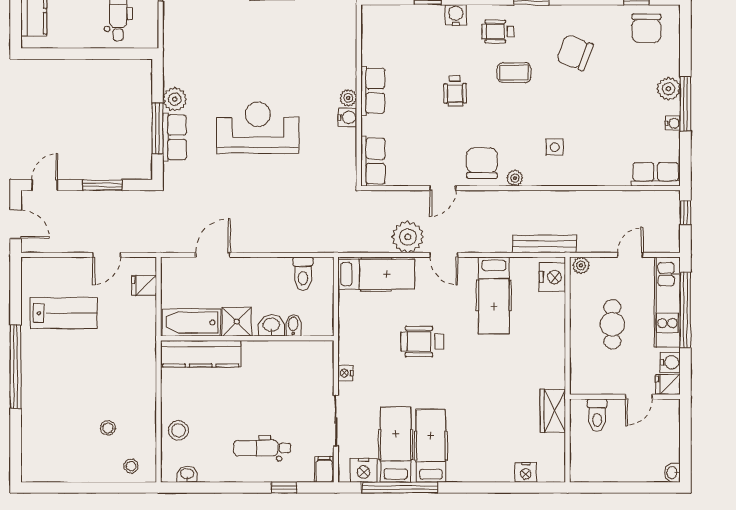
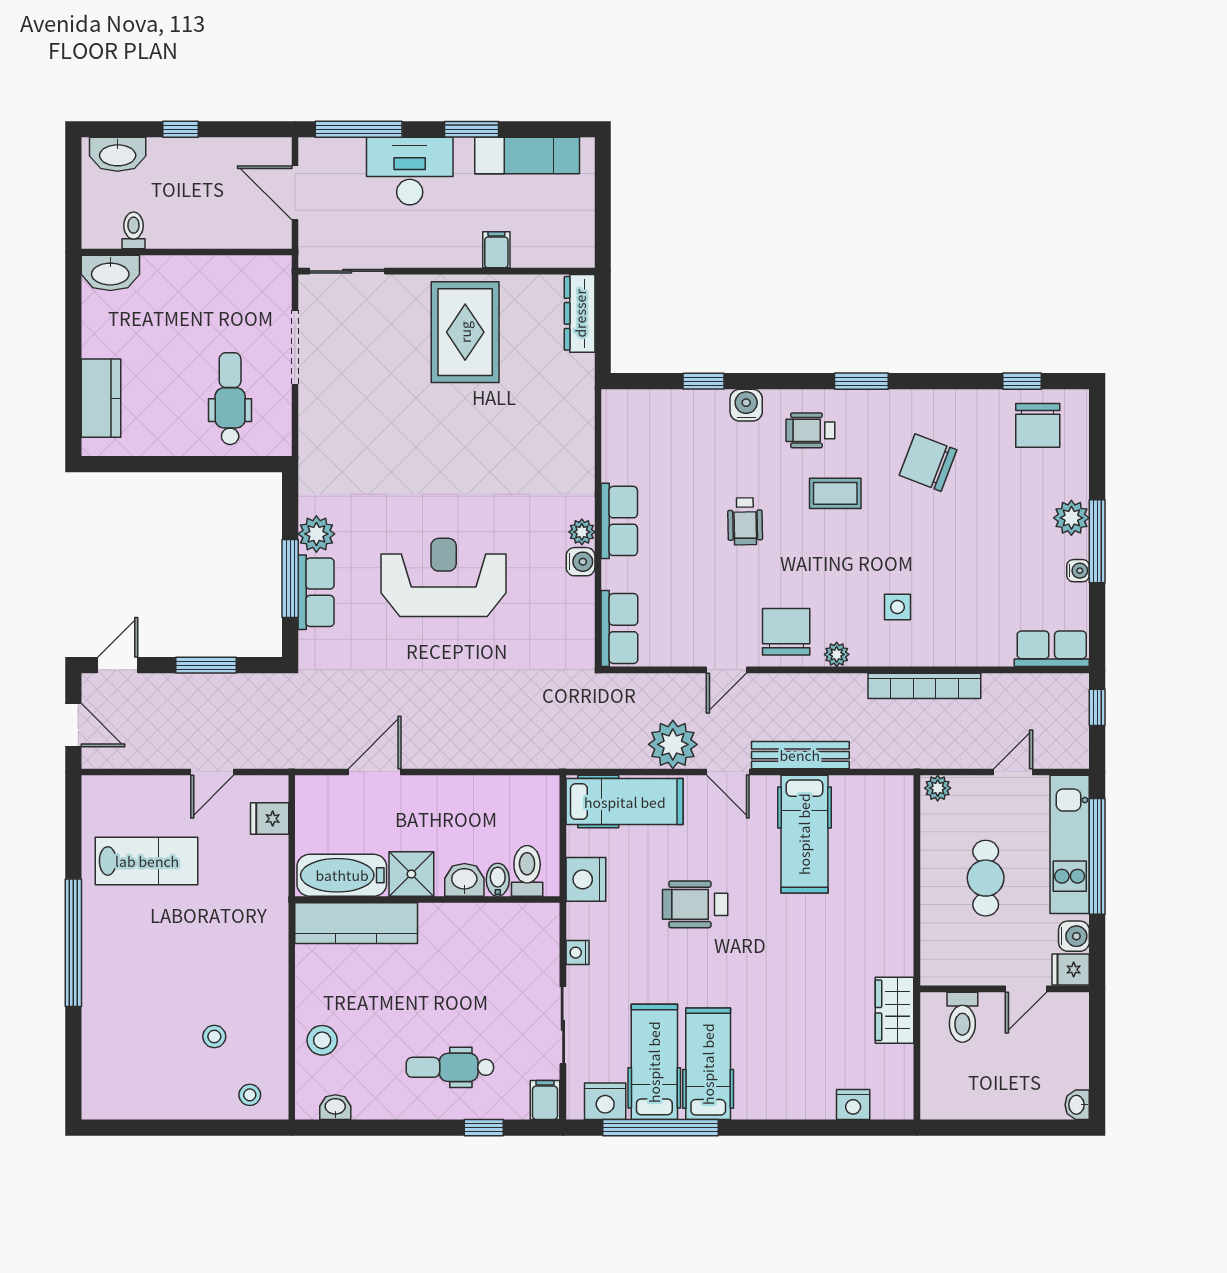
bookcase: (572, 199) -> (924, 686), added
bench: (545, 244) -> (800, 755), moved
toilet: (303, 274) -> (527, 871), moved, turned 180
nightstand: (552, 277) -> (586, 879), moved, turned 180

